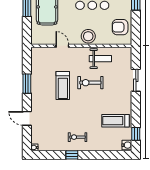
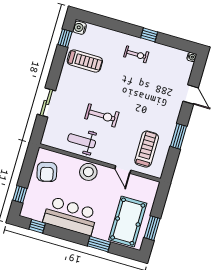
armchair: (120, 27) -> (47, 172), turned 77
treadmill: (63, 86) -> (147, 149), moved

